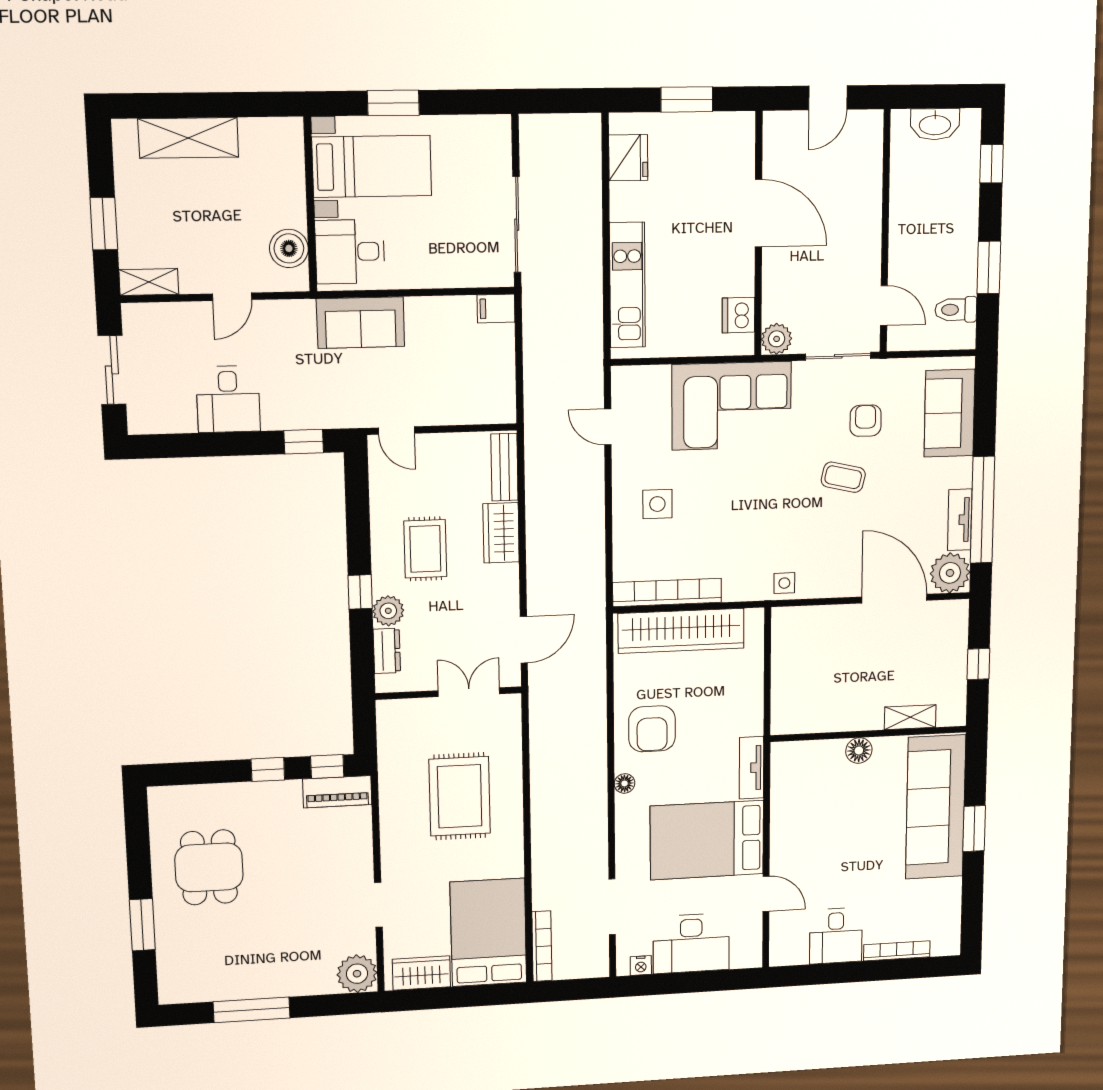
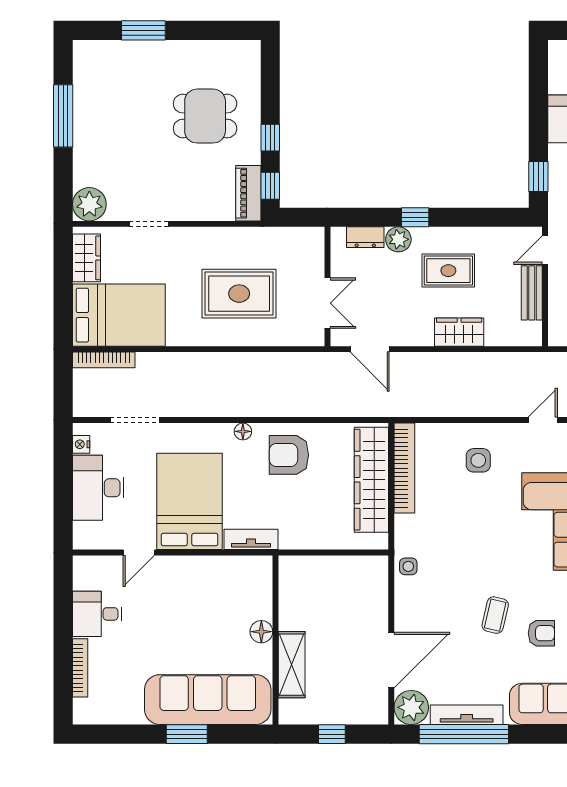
bench: (504, 467) -> (532, 293), moved, turned 90
tv unit: (960, 520) -> (467, 715), width x1.41
shelving: (910, 717) -> (292, 665), width x1.50, depth x1.33
dining table: (209, 867) -> (205, 116), moved

